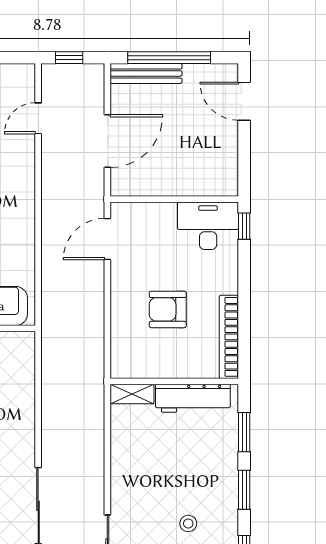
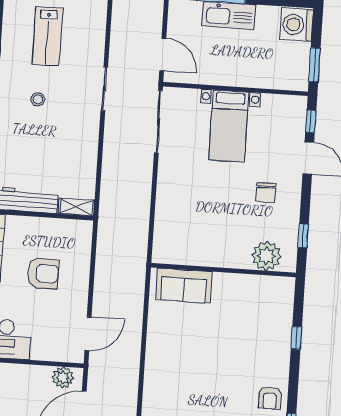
plant: (135, 183) -> (63, 377), added

